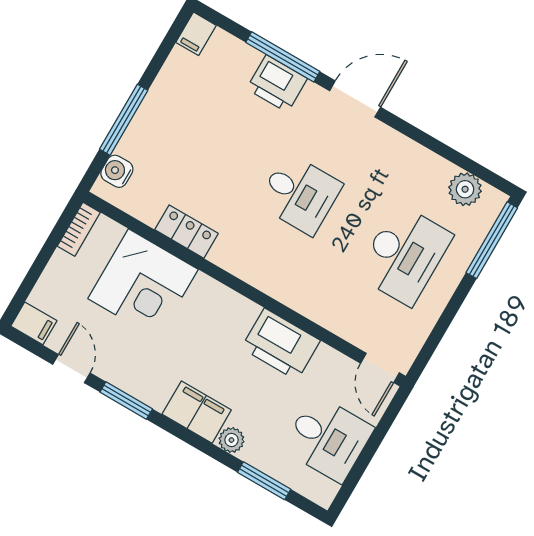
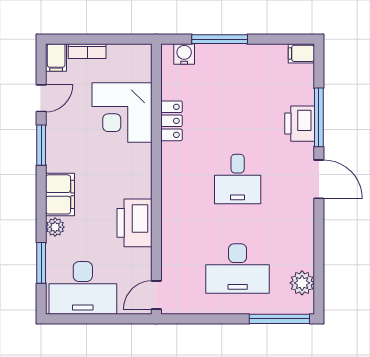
bookcase: (79, 229) -> (87, 51), moved
desk: (328, 438) -> (83, 288), width x1.37

